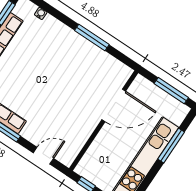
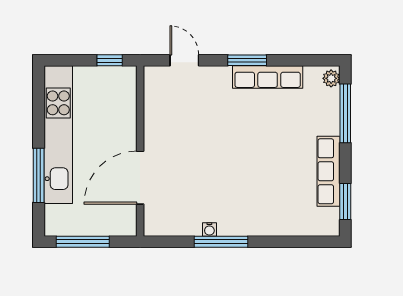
water cooler: (41, 13) -> (209, 229), moved
door: (43, 156) -> (184, 60), swing flipped

